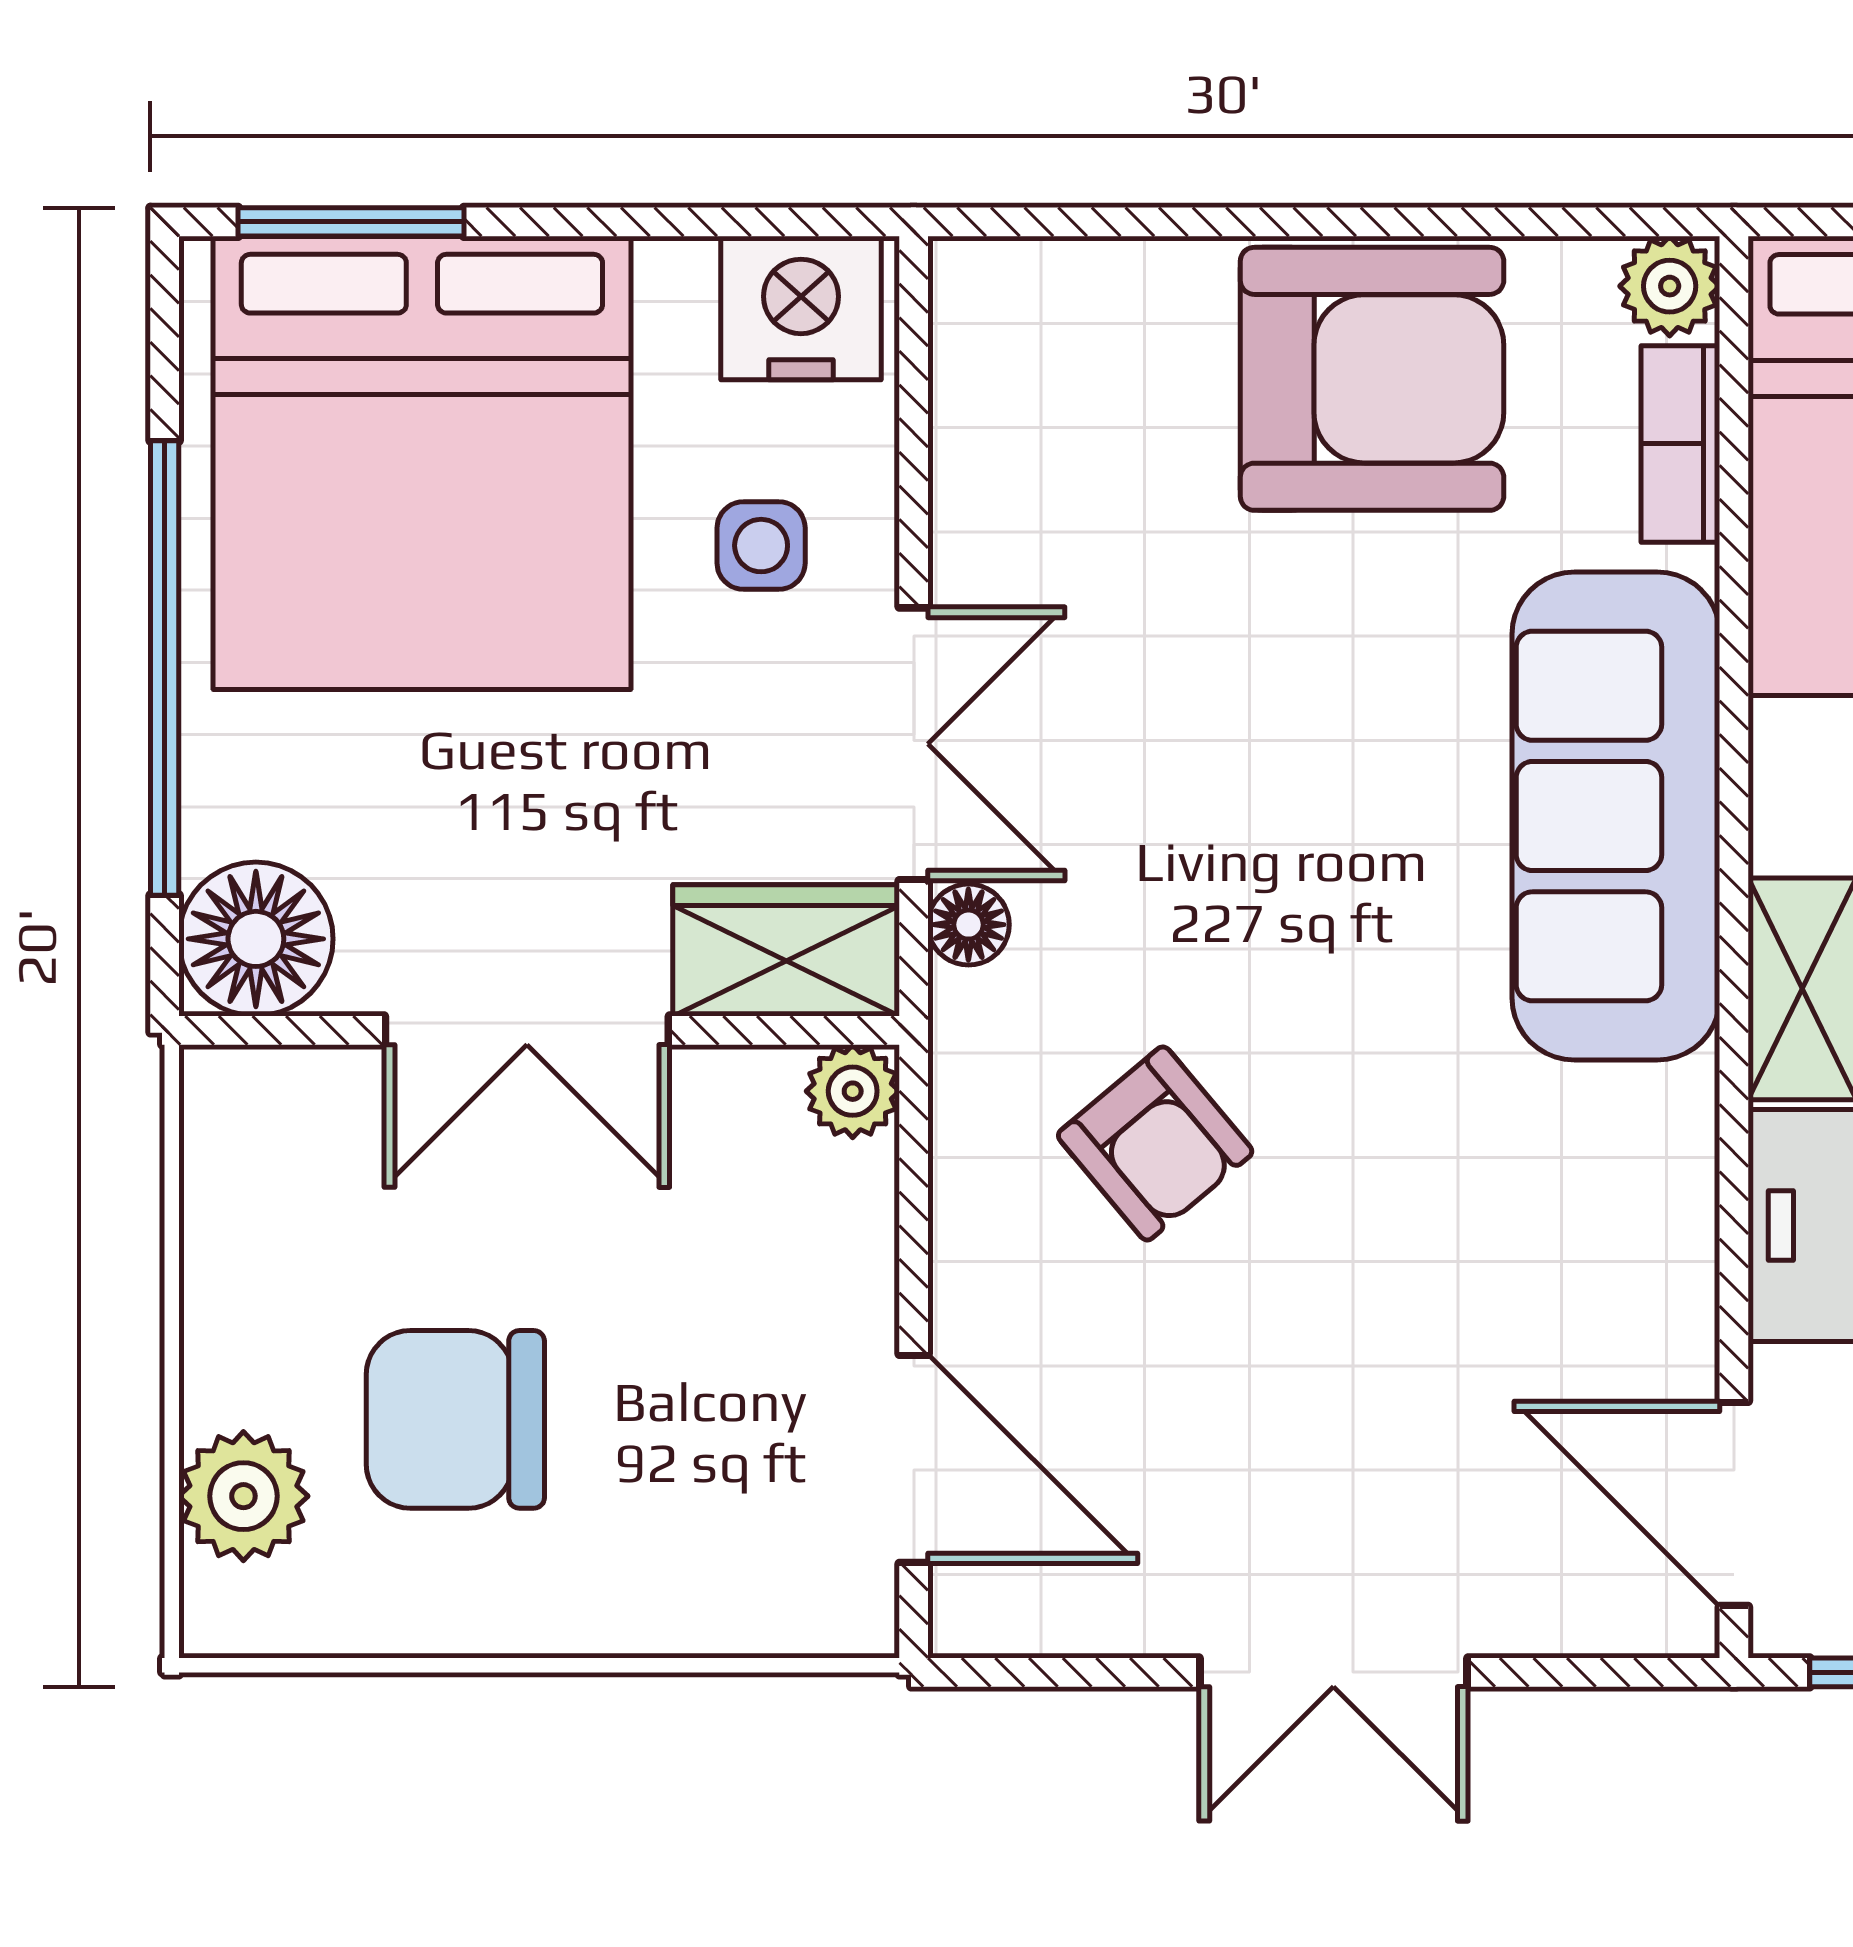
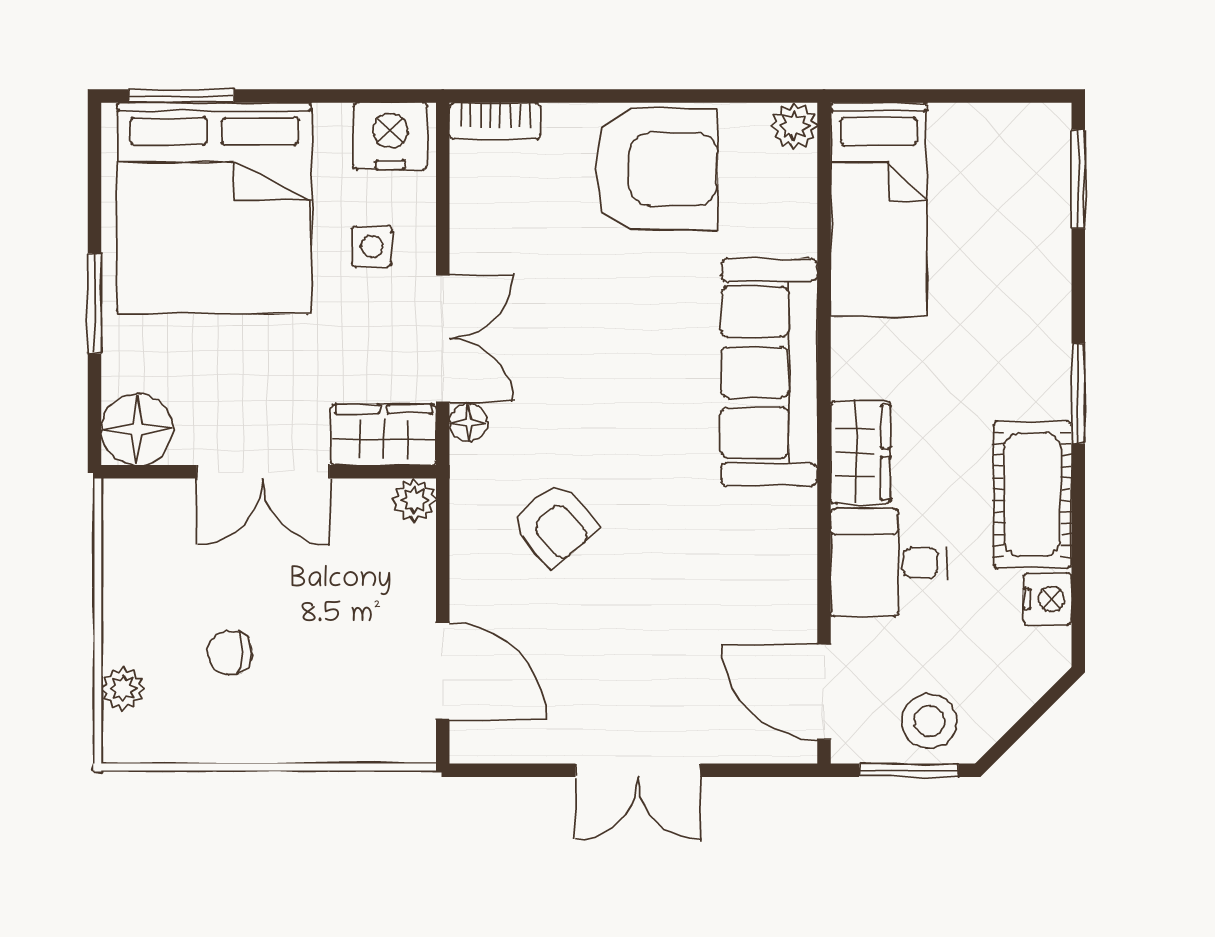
bookcase: (1680, 444) -> (495, 121), moved, turned -90
window: (165, 668) -> (95, 303), width x0.47
chair: (455, 1419) -> (230, 653), width x0.54, depth x0.54
plant: (243, 1496) -> (123, 688), width x0.73, depth x0.73

